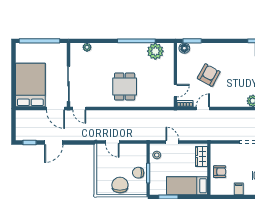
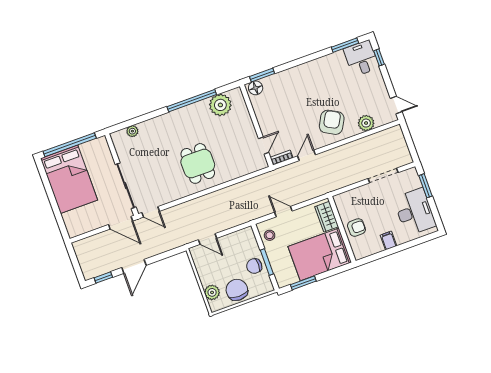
armchair: (209, 75) -> (332, 122), moved
bed: (30, 85) -> (69, 179), moved, turned 180
plant: (102, 180) -> (212, 292), added
bed: (187, 186) -> (320, 254), width x1.50

